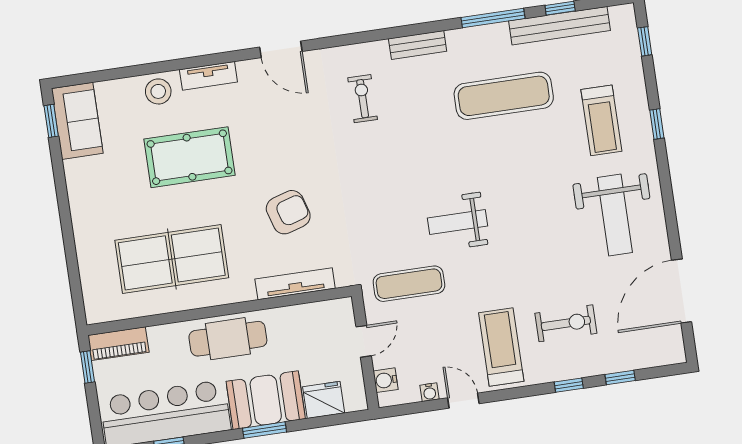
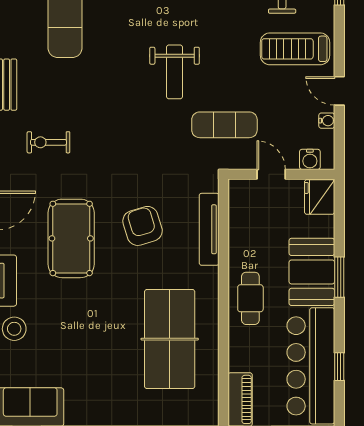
pool table: (189, 157) -> (71, 238), moved
exercise mat: (409, 284) -> (224, 125), turned 90
cafe table: (228, 339) -> (250, 298), width x0.73, depth x0.74
fridge: (324, 400) -> (320, 197), moved
door: (463, 401) -> (339, 91), hinge flipped

